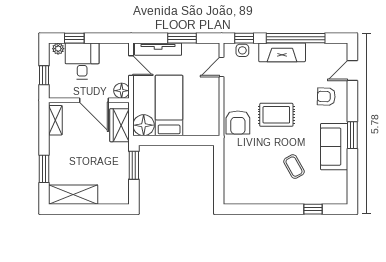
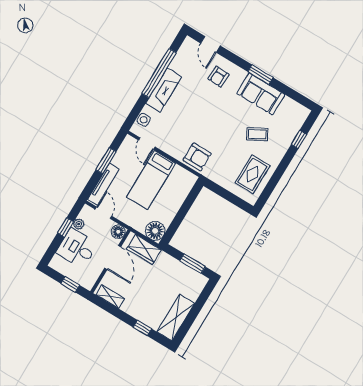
window: (74, 38) -> (66, 227), moved
window: (244, 38) -> (135, 113), removed
plant: (58, 49) -> (79, 224), moved
door: (131, 66) -> (103, 213), hinge flipped
door: (94, 100) -> (113, 258), hinge flipped
bed: (169, 105) -> (151, 180), moved, turned -90
rug: (276, 115) -> (252, 174), moved
window: (134, 165) -> (193, 264), moved
window: (44, 169) -> (142, 328), width x0.67

